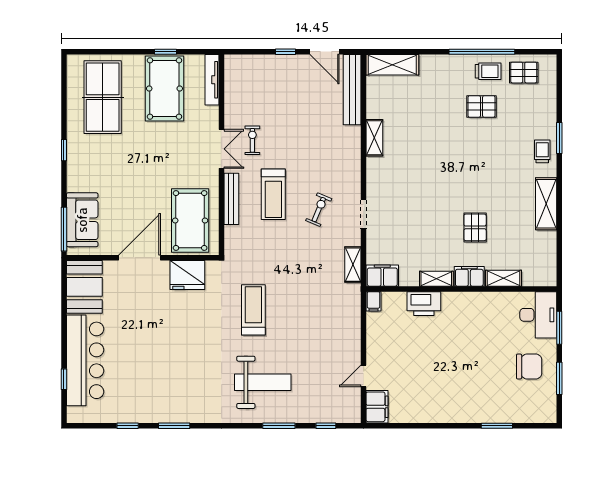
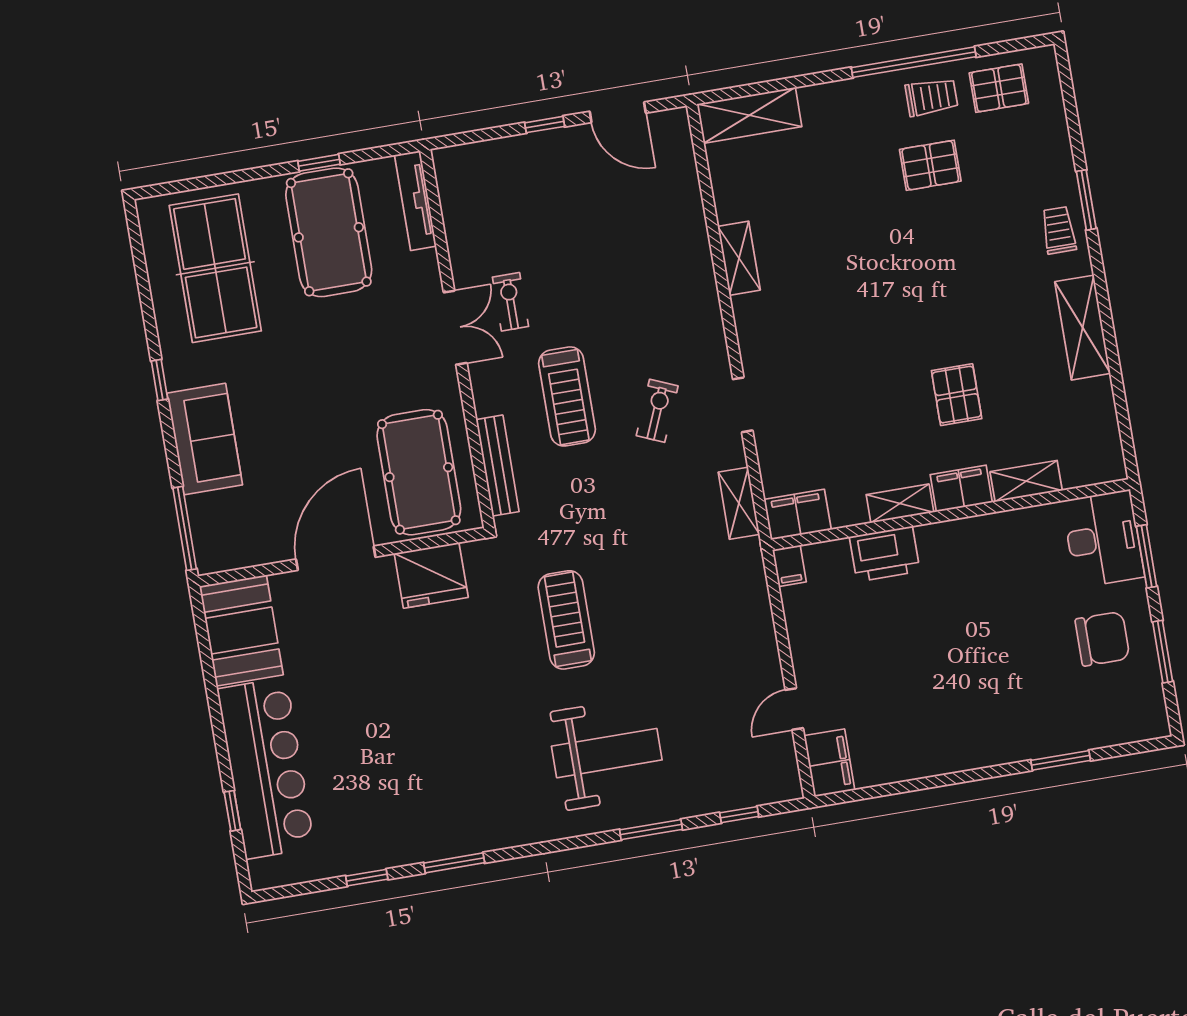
bench: (352, 90) -> (682, 175), removed
bench: (231, 199) -> (498, 466), moved
sofa: (82, 220) -> (205, 439), moved

